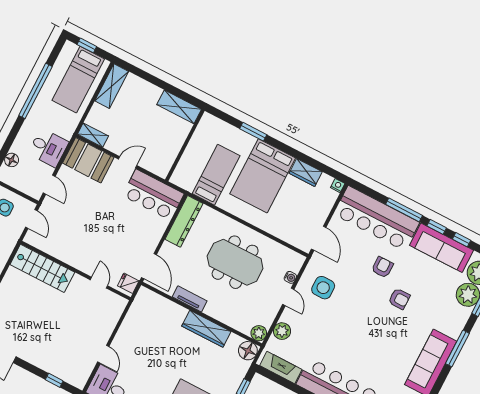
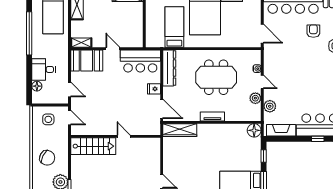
desk: (48, 148) -> (43, 69), moved, turned 180
door: (128, 162) -> (113, 49), hinge flipped
door: (99, 283) -> (124, 136), moved
fridge: (128, 283) -> (154, 89), moved
side table: (323, 288) -> (282, 64), removed
tv unit: (190, 299) -> (212, 116), moved
wardrobe: (206, 329) -> (180, 130), moved
plant: (259, 333) -> (255, 98), moved

